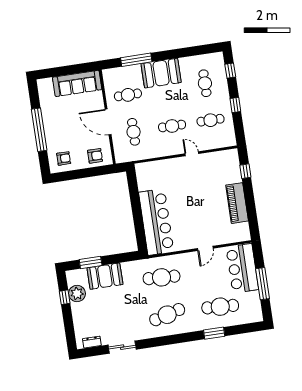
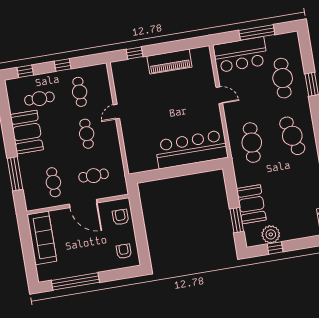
booth: (161, 73) -> (27, 132), moved
door: (108, 122) -> (83, 204), hinge flipped
window: (39, 130) -> (75, 281), moved

